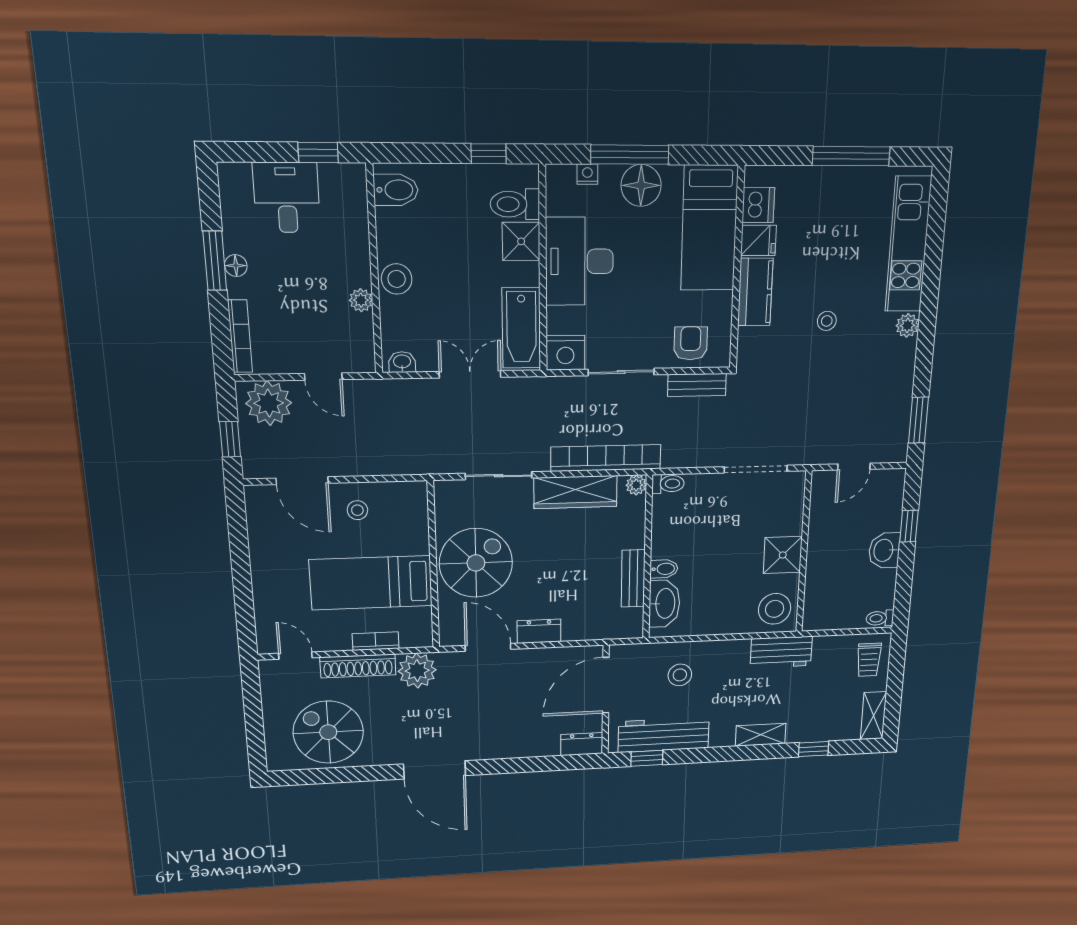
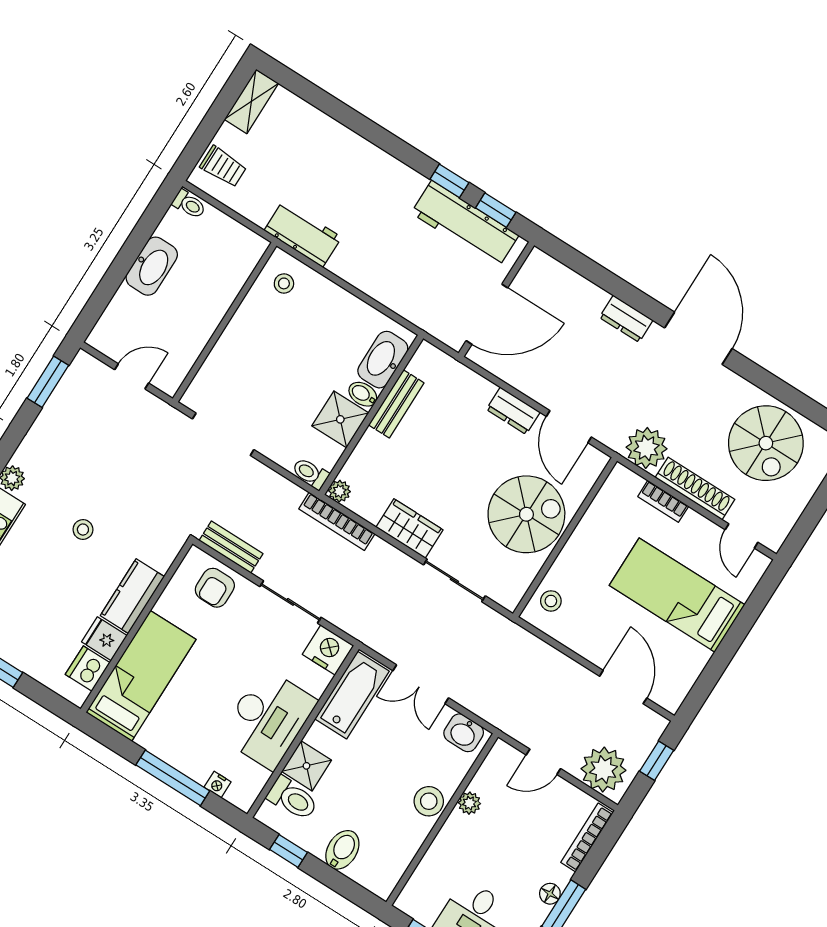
floor lamp: (641, 185) -> (178, 747), removed
bidet: (396, 190) -> (342, 850), moved, turned 90
washbasin: (402, 362) -> (464, 733), width x1.38, depth x1.45
door: (323, 377) -> (543, 762), swing flipped
bookcase: (606, 458) -> (337, 521), width x0.68, depth x0.76
wardrobe: (575, 492) -> (409, 528), width x0.67
stool: (357, 510) -> (551, 601), moved
window: (909, 526) -> (111, 282), removed
washbasin: (884, 550) -> (152, 266), width x1.38
shower: (783, 555) -> (340, 419), moved
spiral stairs: (476, 563) -> (526, 514), turned 180
bed: (371, 583) -> (677, 595), moved, turned 180
stool: (775, 609) -> (284, 283), width x0.53, depth x0.53
trolley: (869, 660) -> (223, 167), turned 90
stool: (680, 675) -> (412, 277), removed
shelving: (761, 735) -> (373, 158), removed
dresser: (582, 744) -> (626, 319), moved
window: (814, 749) -> (449, 181), moved

